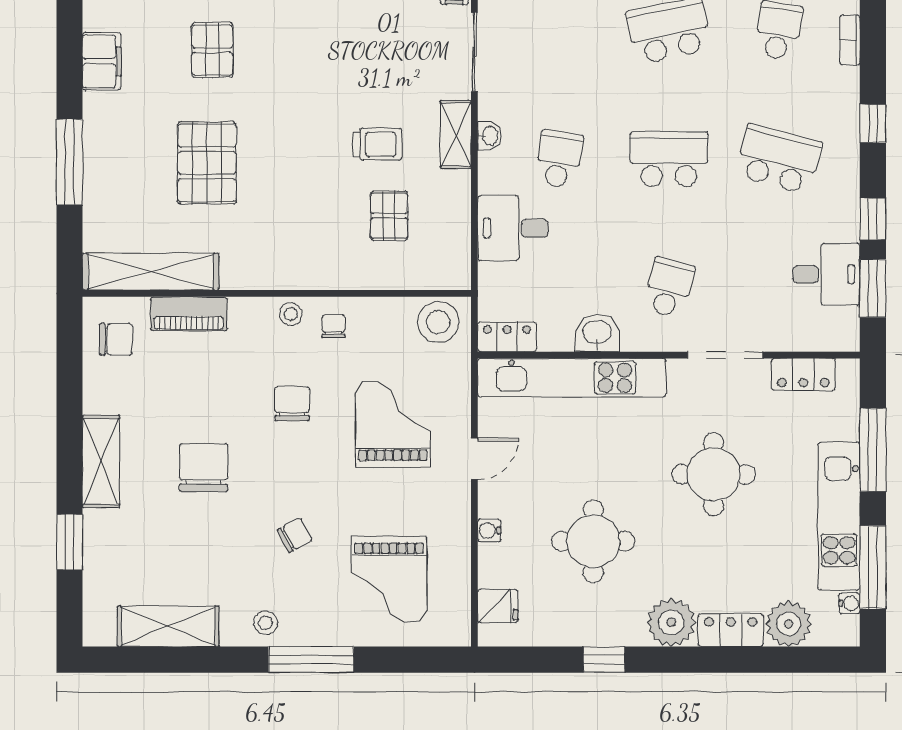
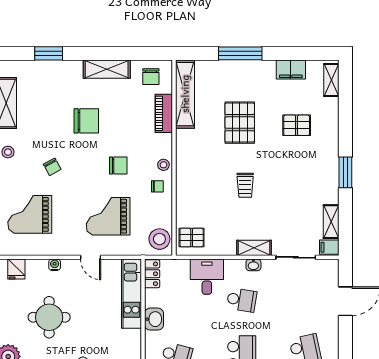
trolley: (377, 144) -> (245, 185), moved
pallet: (207, 163) -> (240, 123), turned 90
pallet: (389, 216) -> (192, 238), moved
kitchen unit: (572, 378) -> (131, 294), width x0.73
grand piano: (393, 424) -> (108, 216), turned 180
shelving: (101, 461) -> (107, 69), moved

